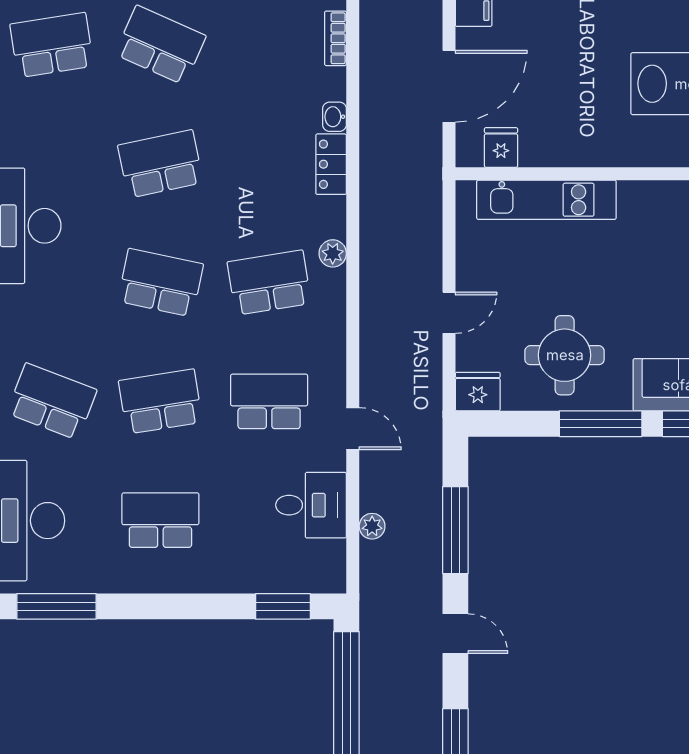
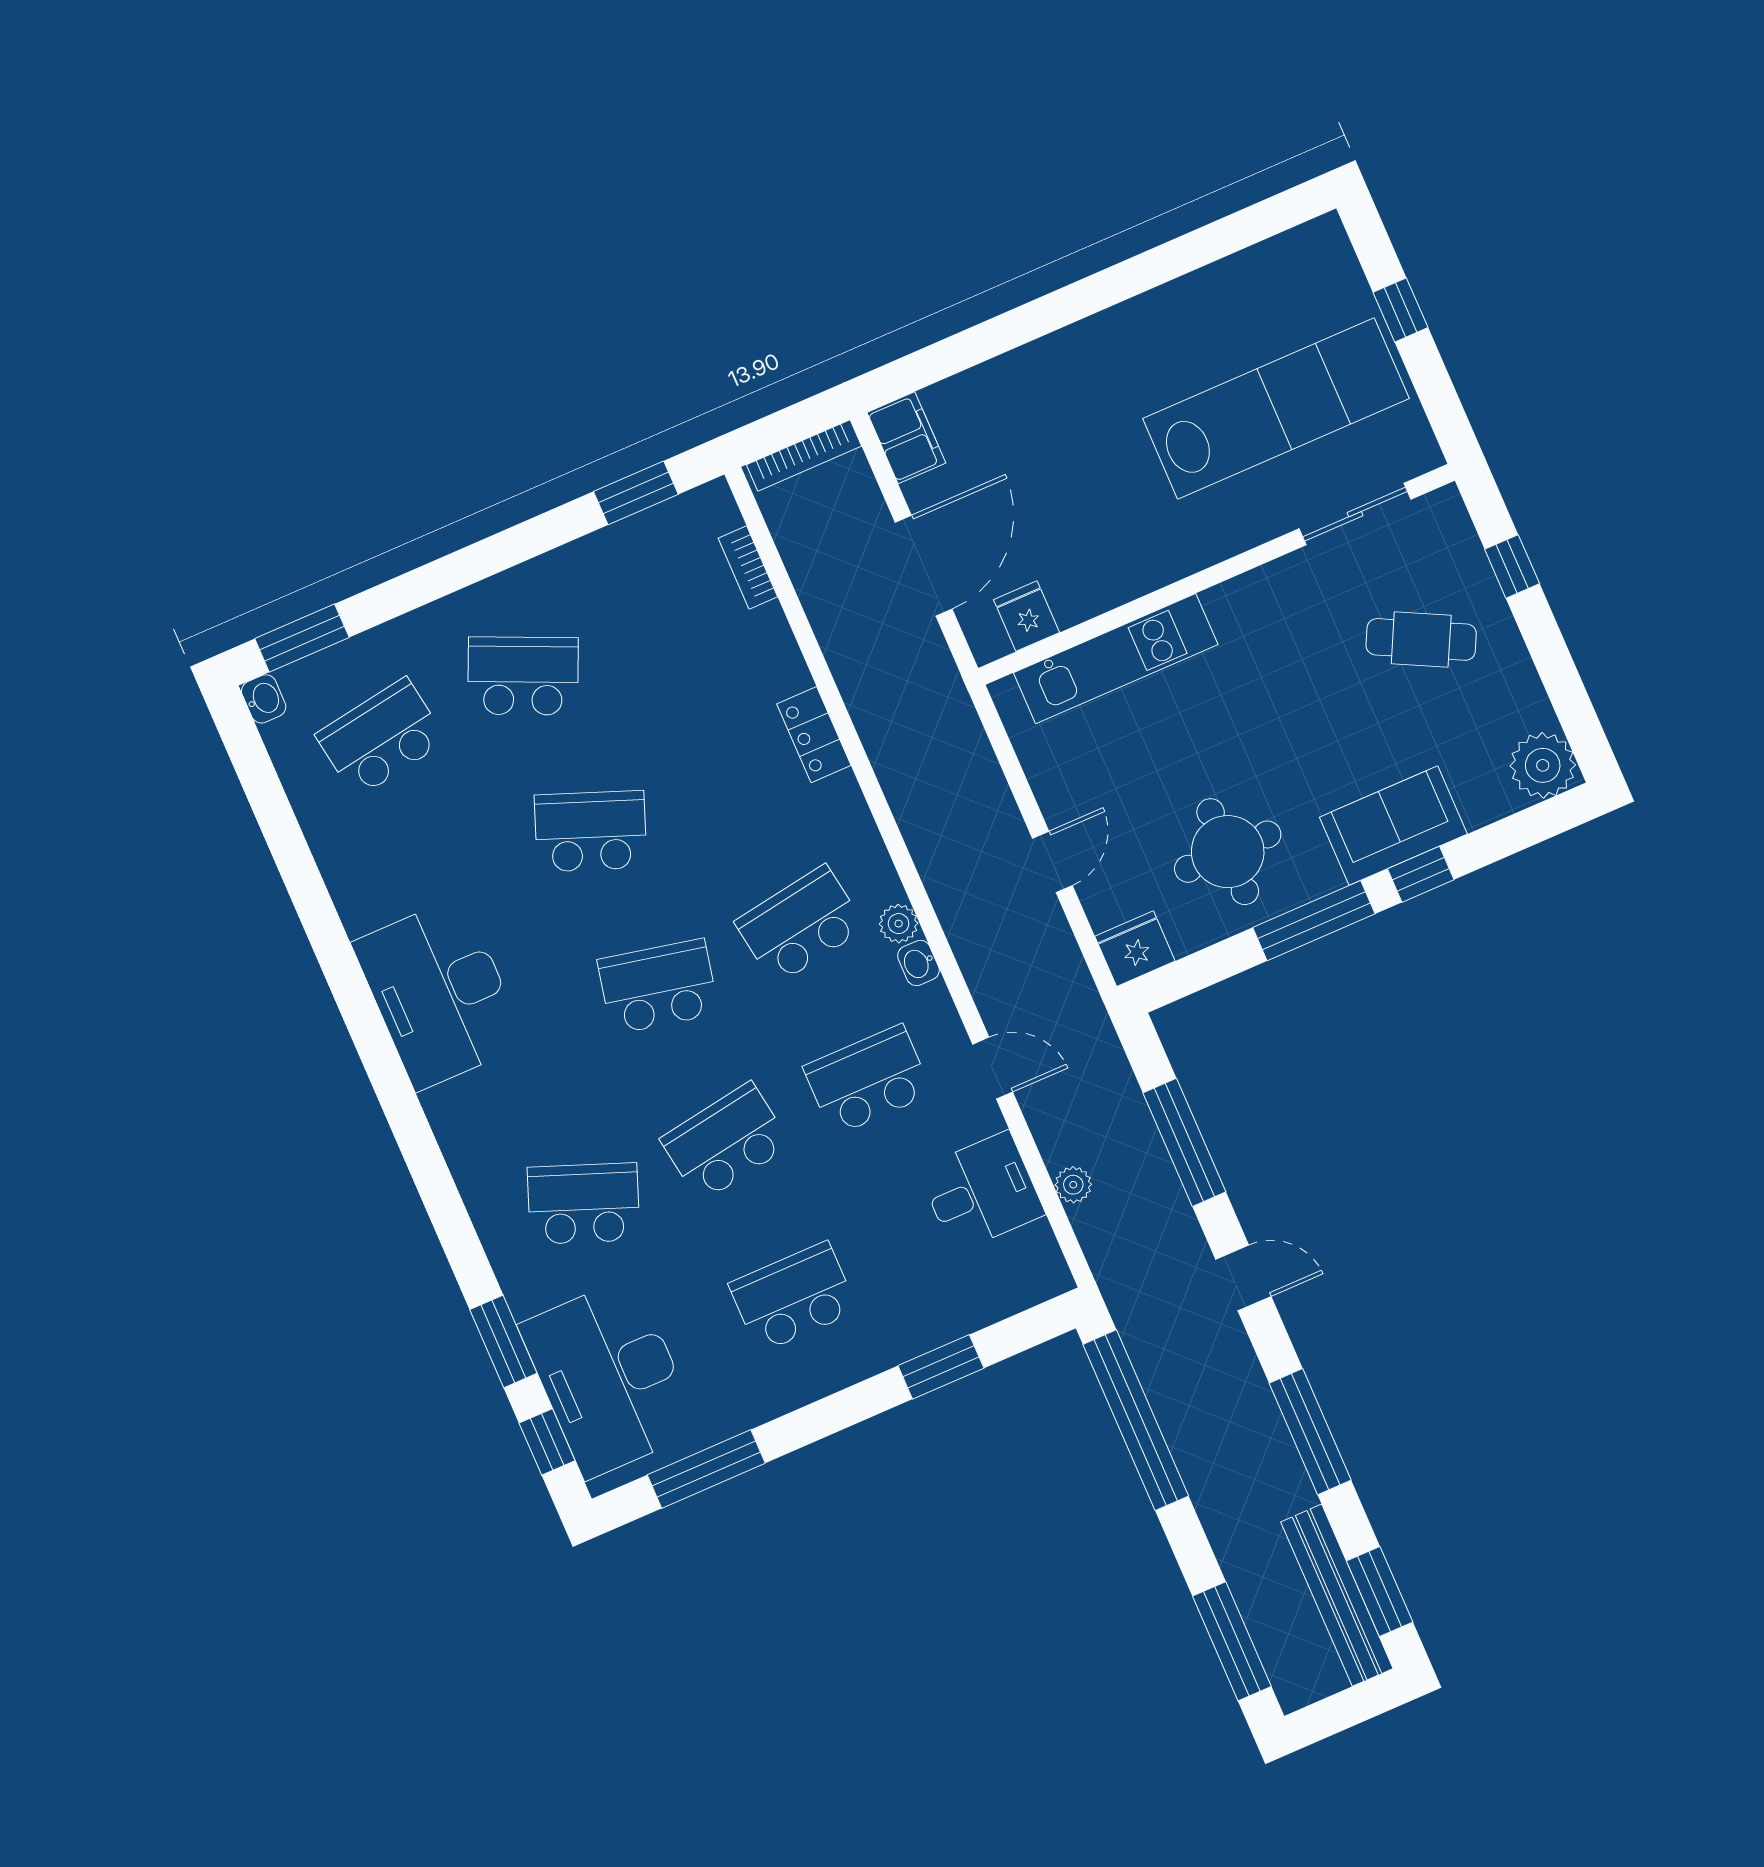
washbasin: (334, 117) -> (918, 963), moved
school desk: (160, 164) -> (591, 831), turned 33
plant: (333, 253) -> (899, 924), moved
window: (283, 606) -> (941, 1367), moved

